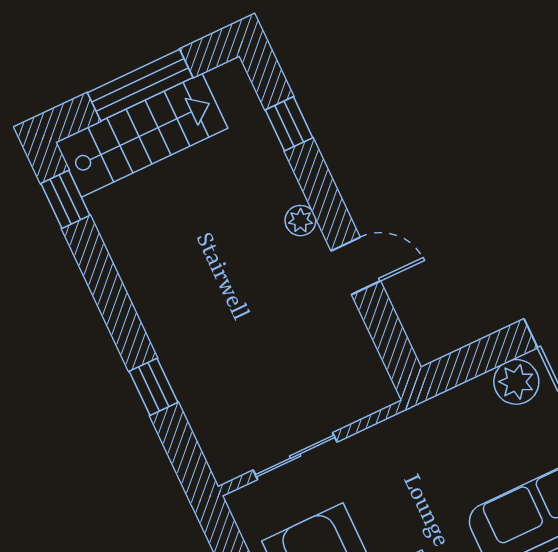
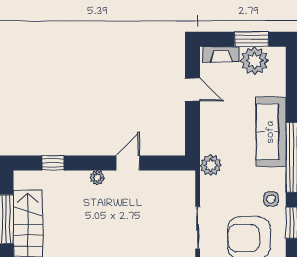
plant: (516, 382) -> (211, 165), moved

